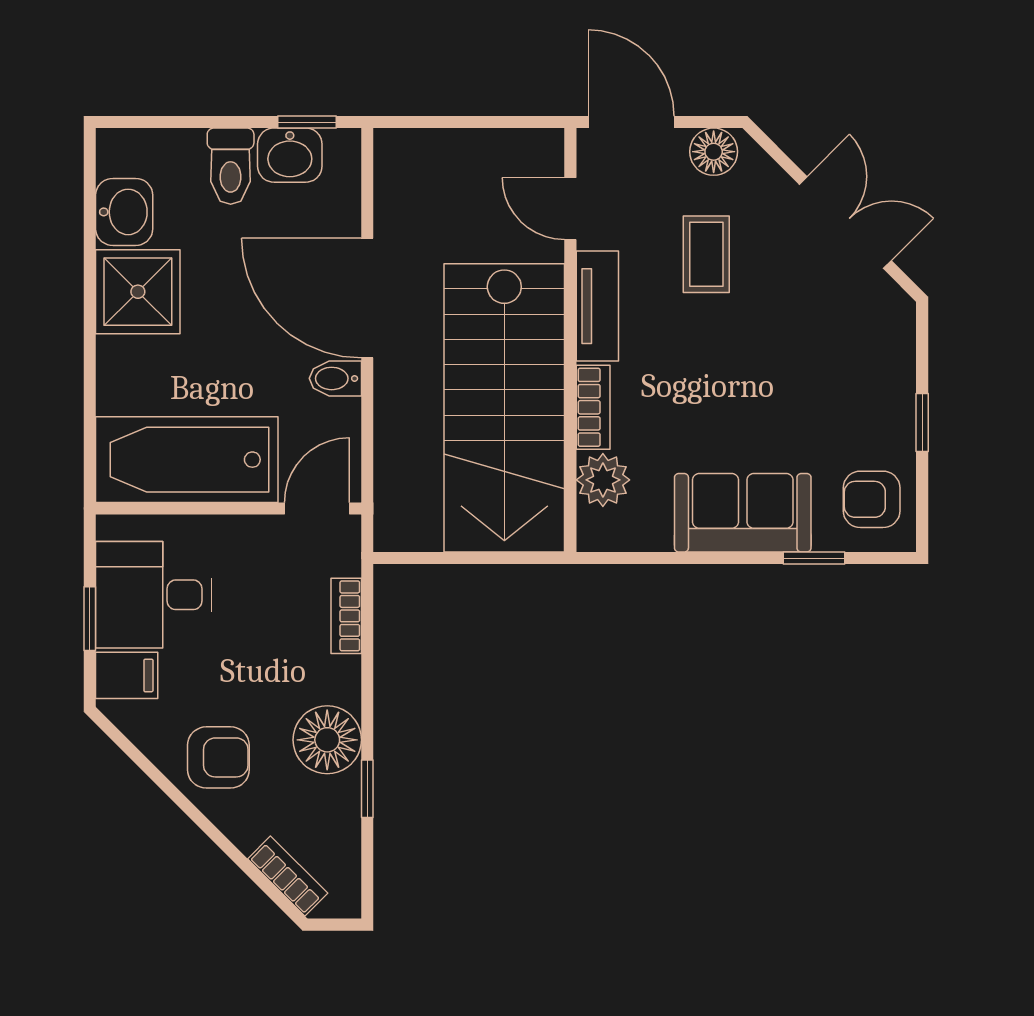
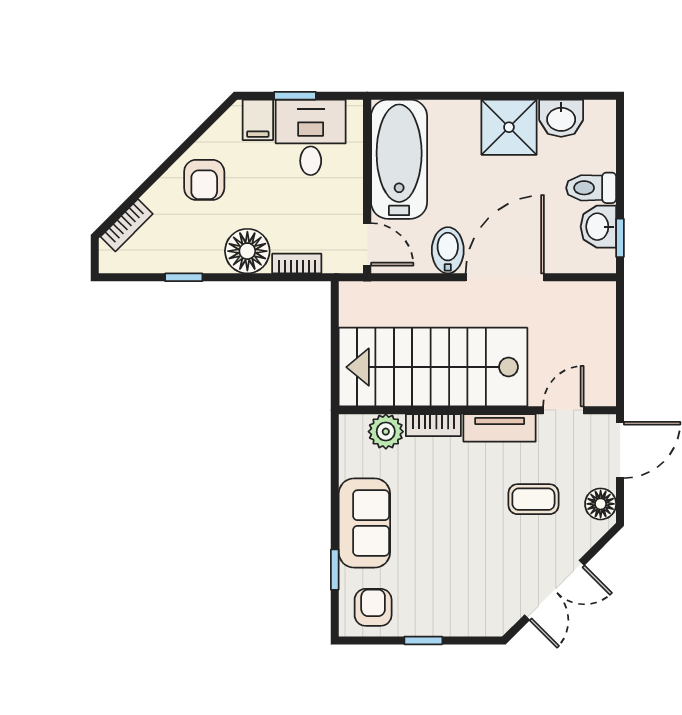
bidet: (335, 378) -> (448, 250), width x1.38, depth x1.36
floor lamp: (327, 740) -> (247, 251), moved

